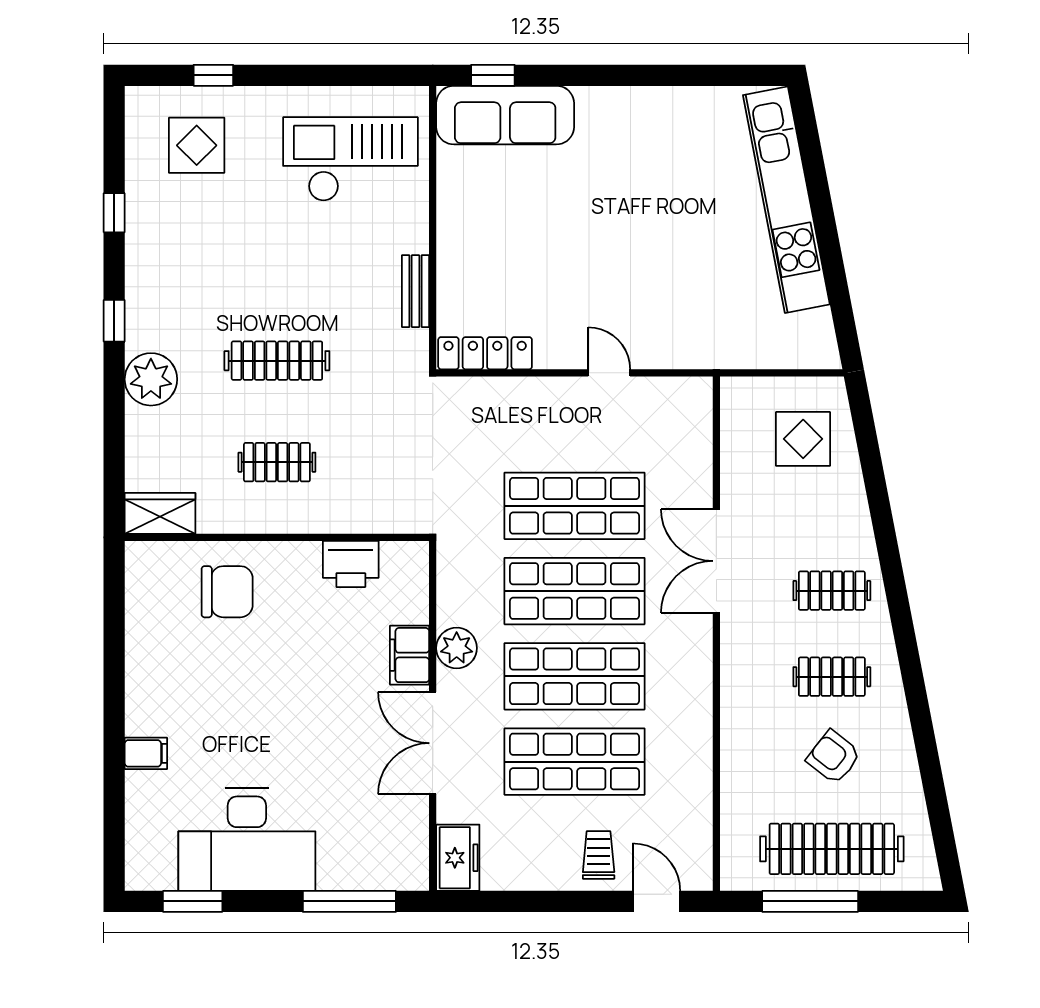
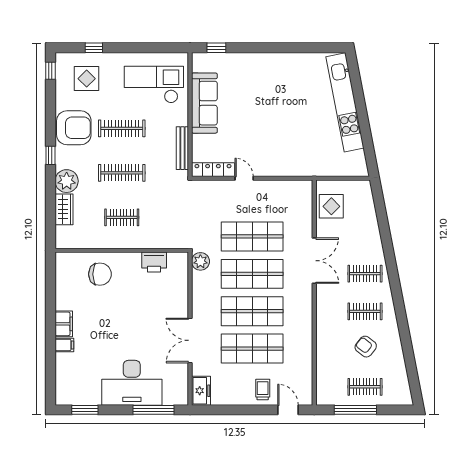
sofa: (505, 115) -> (204, 103), moved, turned -90
window: (114, 213) -> (50, 71), moved
armchair: (167, 258) -> (74, 128), added
clothes rail: (277, 259) -> (122, 128), added
bench: (416, 291) -> (182, 148), width x1.36
door: (609, 373) -> (244, 178), moved
display table: (803, 439) -> (331, 206), moved
wardrobe: (160, 513) -> (64, 209), moved, turned 90
double door: (716, 561) -> (314, 261), swing flipped
plant: (457, 648) -> (200, 261), moved
filing cabinet: (410, 655) -> (64, 324), moved, turned 180
desk: (247, 840) -> (132, 383), moved
clothes rail: (832, 849) -> (365, 387), width x0.54, depth x0.76

